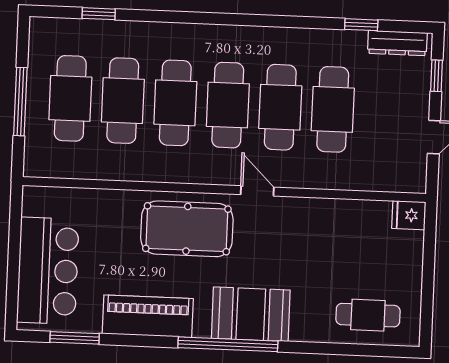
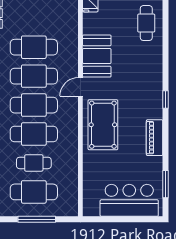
cafe table: (123, 101) -> (34, 163), width x0.73, depth x0.74
booth: (251, 314) -> (97, 56), moved
piano: (148, 316) -> (155, 138), width x0.73, depth x0.75
window: (228, 344) -> (166, 99), width x0.32

